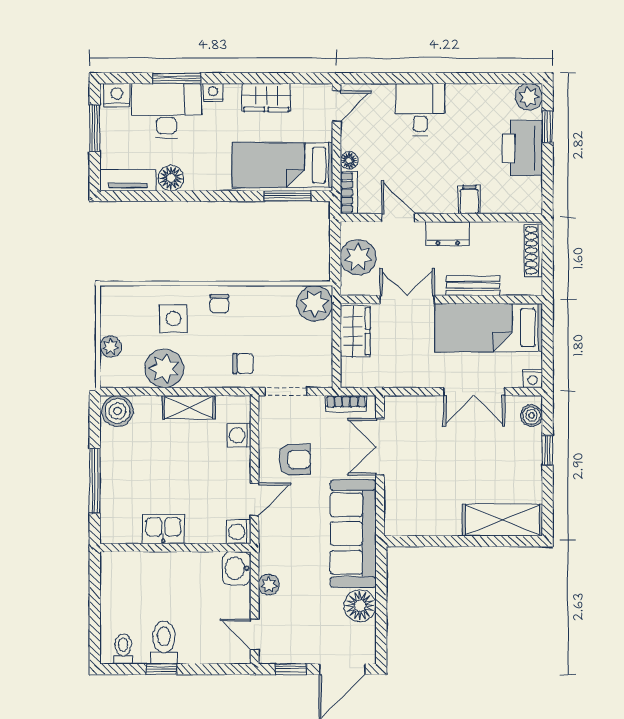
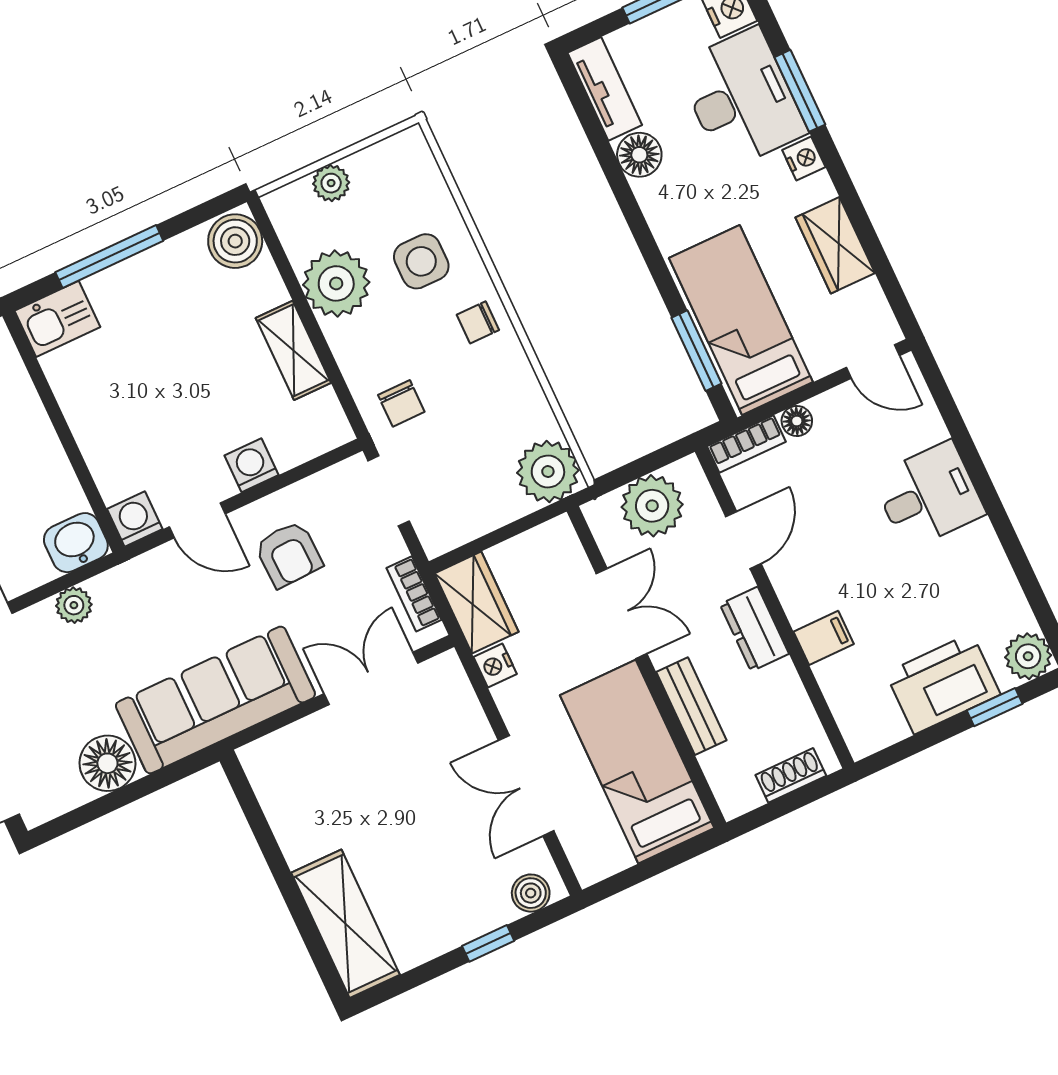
shoe rack: (533, 250) -> (791, 775), width x0.70
wardrobe: (355, 331) -> (477, 603), moved, turned -90
nightstand: (533, 379) -> (495, 666), moved
washing machine: (239, 435) -> (251, 465), moved
kitchen sink: (163, 529) -> (57, 319), moved, turned 90

